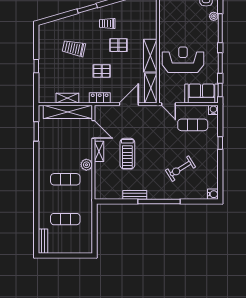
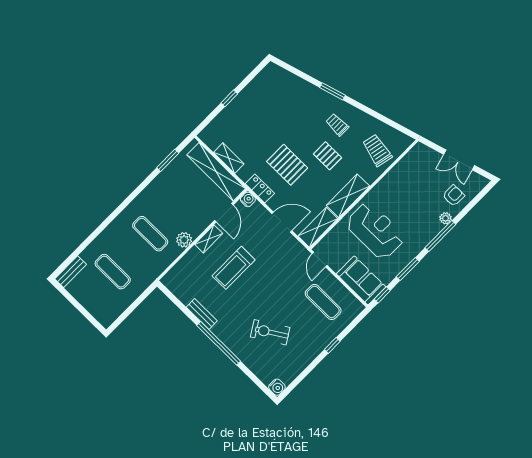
trolley: (74, 48) -> (377, 150), moved
pallet: (102, 71) -> (287, 165), width x1.50, depth x1.42
water cooler: (213, 110) -> (248, 199), moved

